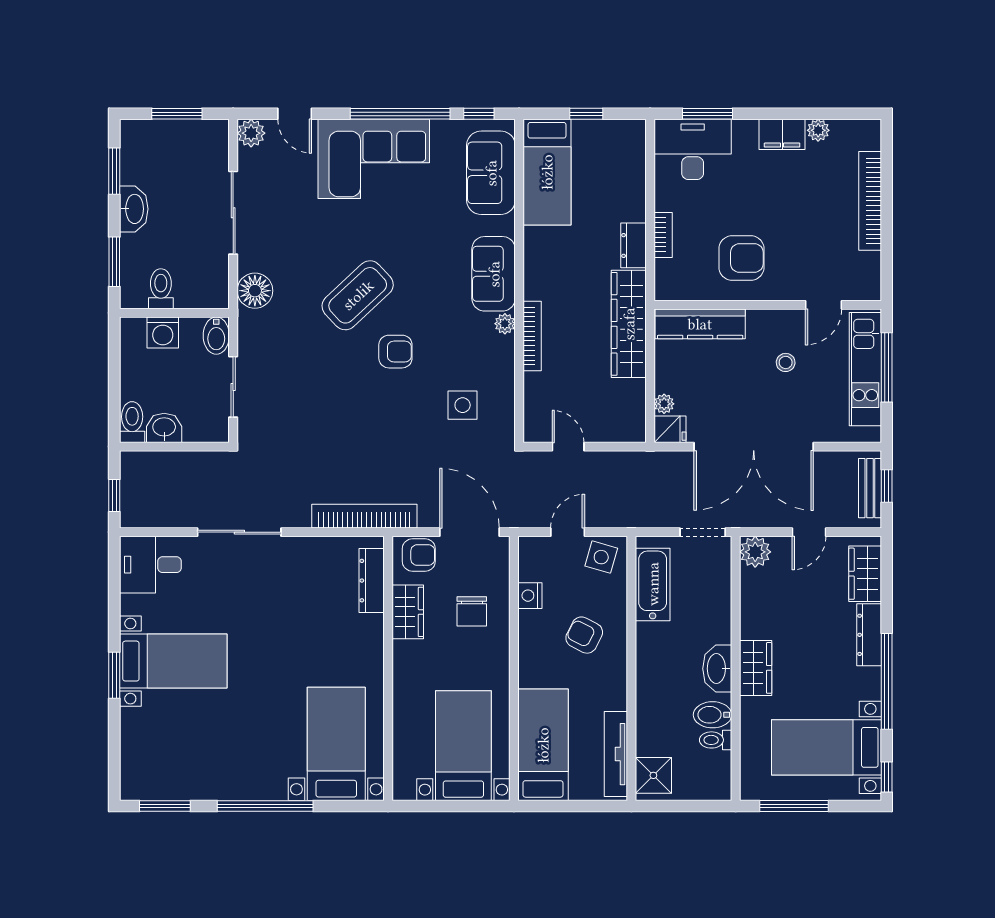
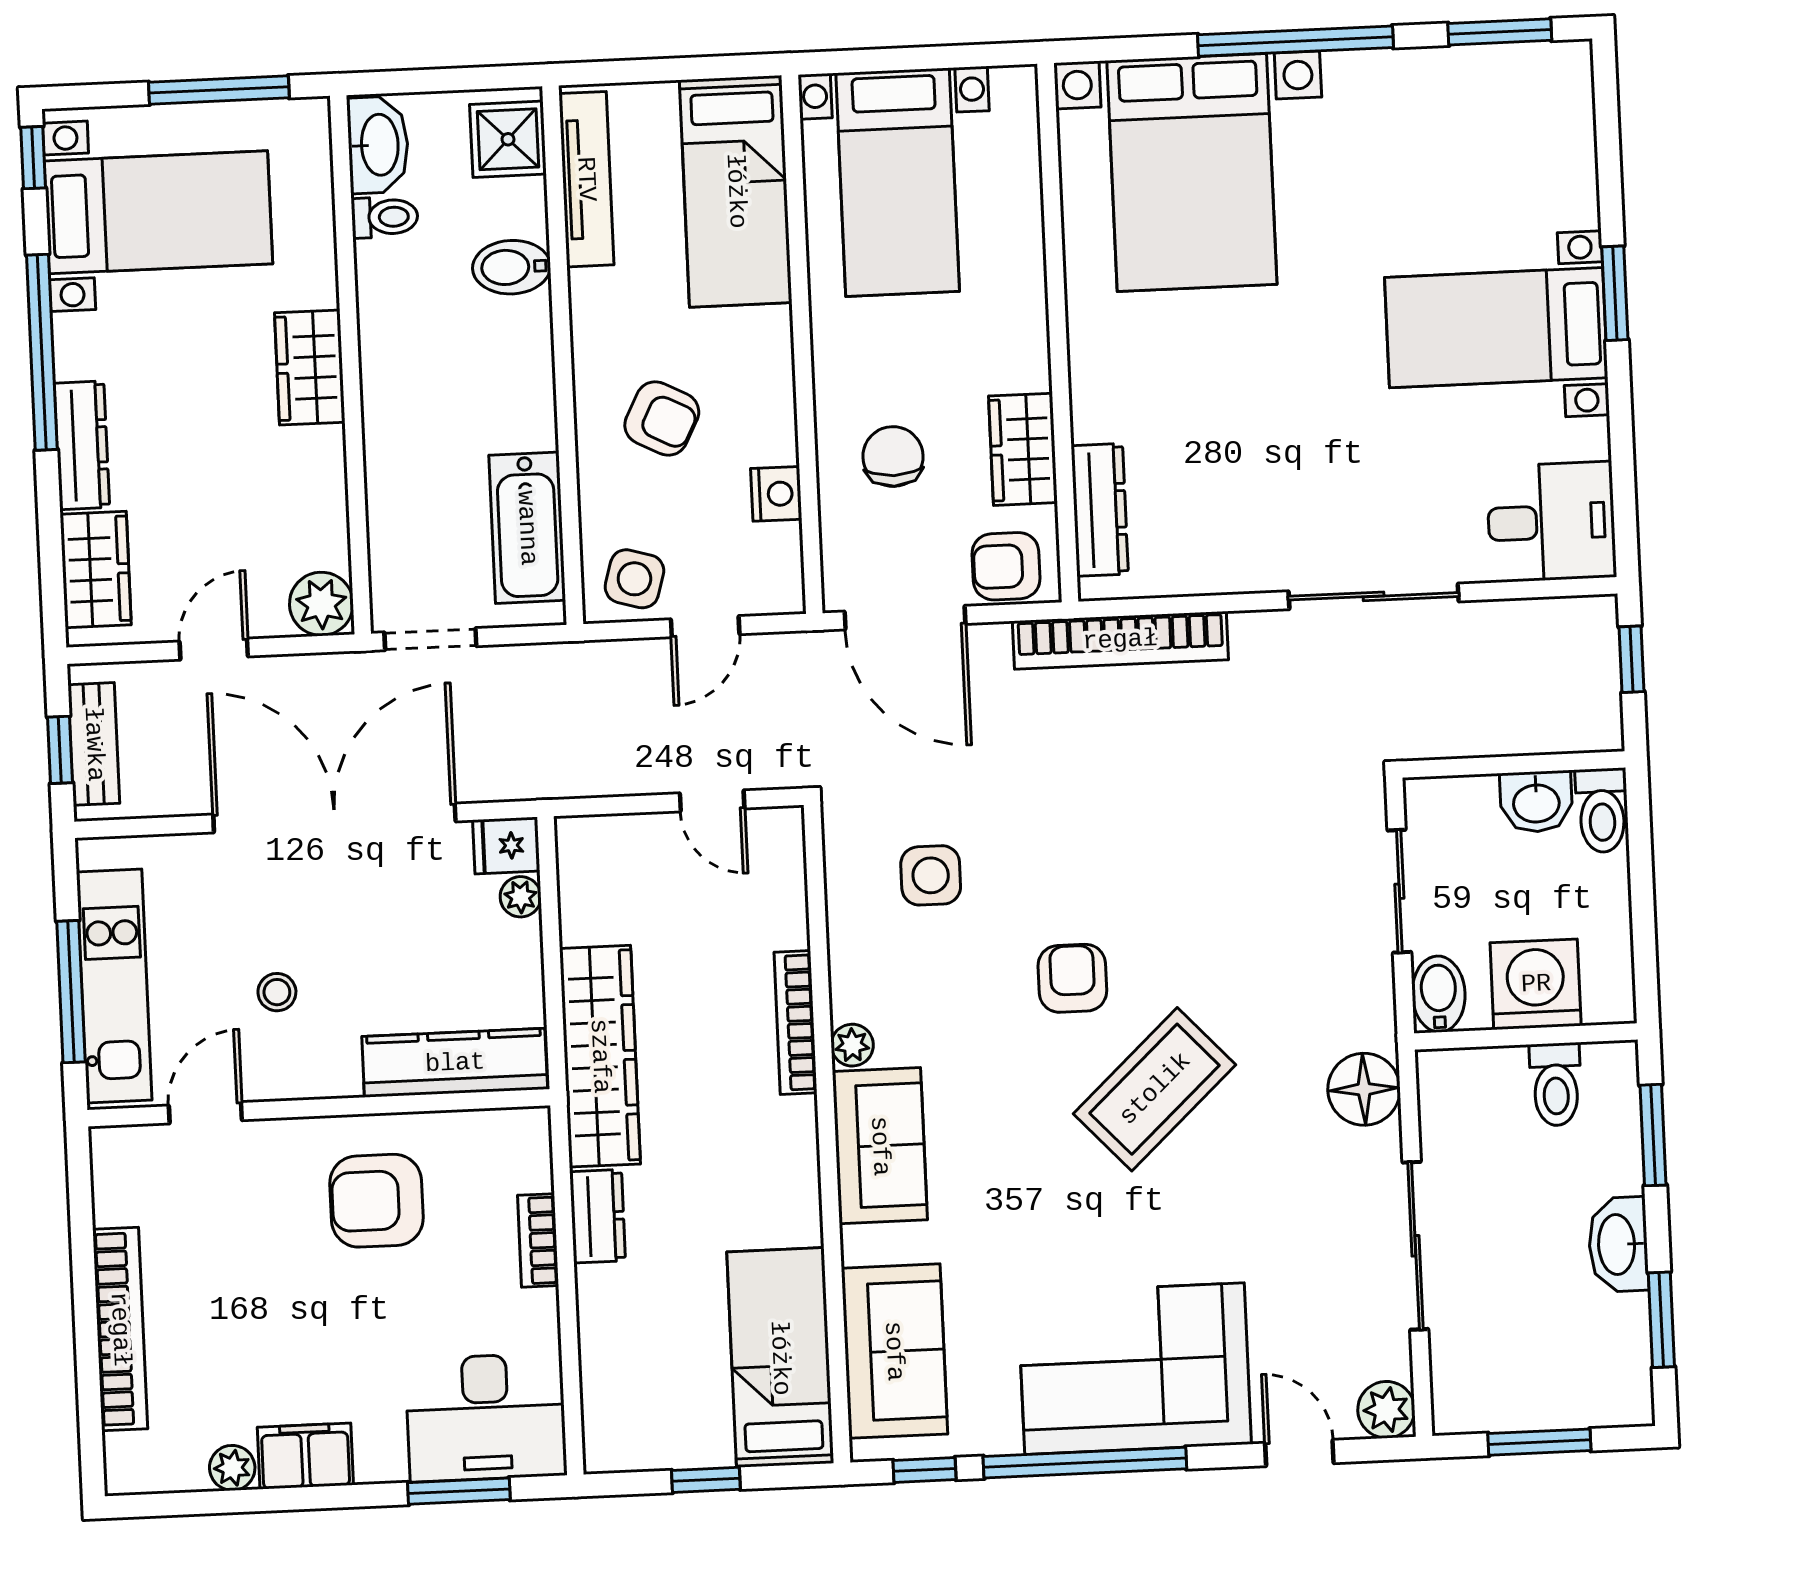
washing machine: (163, 333) -> (1536, 984), width x1.37, depth x1.37
armchair: (395, 352) -> (1072, 978), turned 90
washbasin: (717, 669) -> (378, 145), moved
bidet: (713, 715) -> (512, 267), moved, turned 180
bed with nightstands: (336, 744) -> (1192, 172), width x1.36

